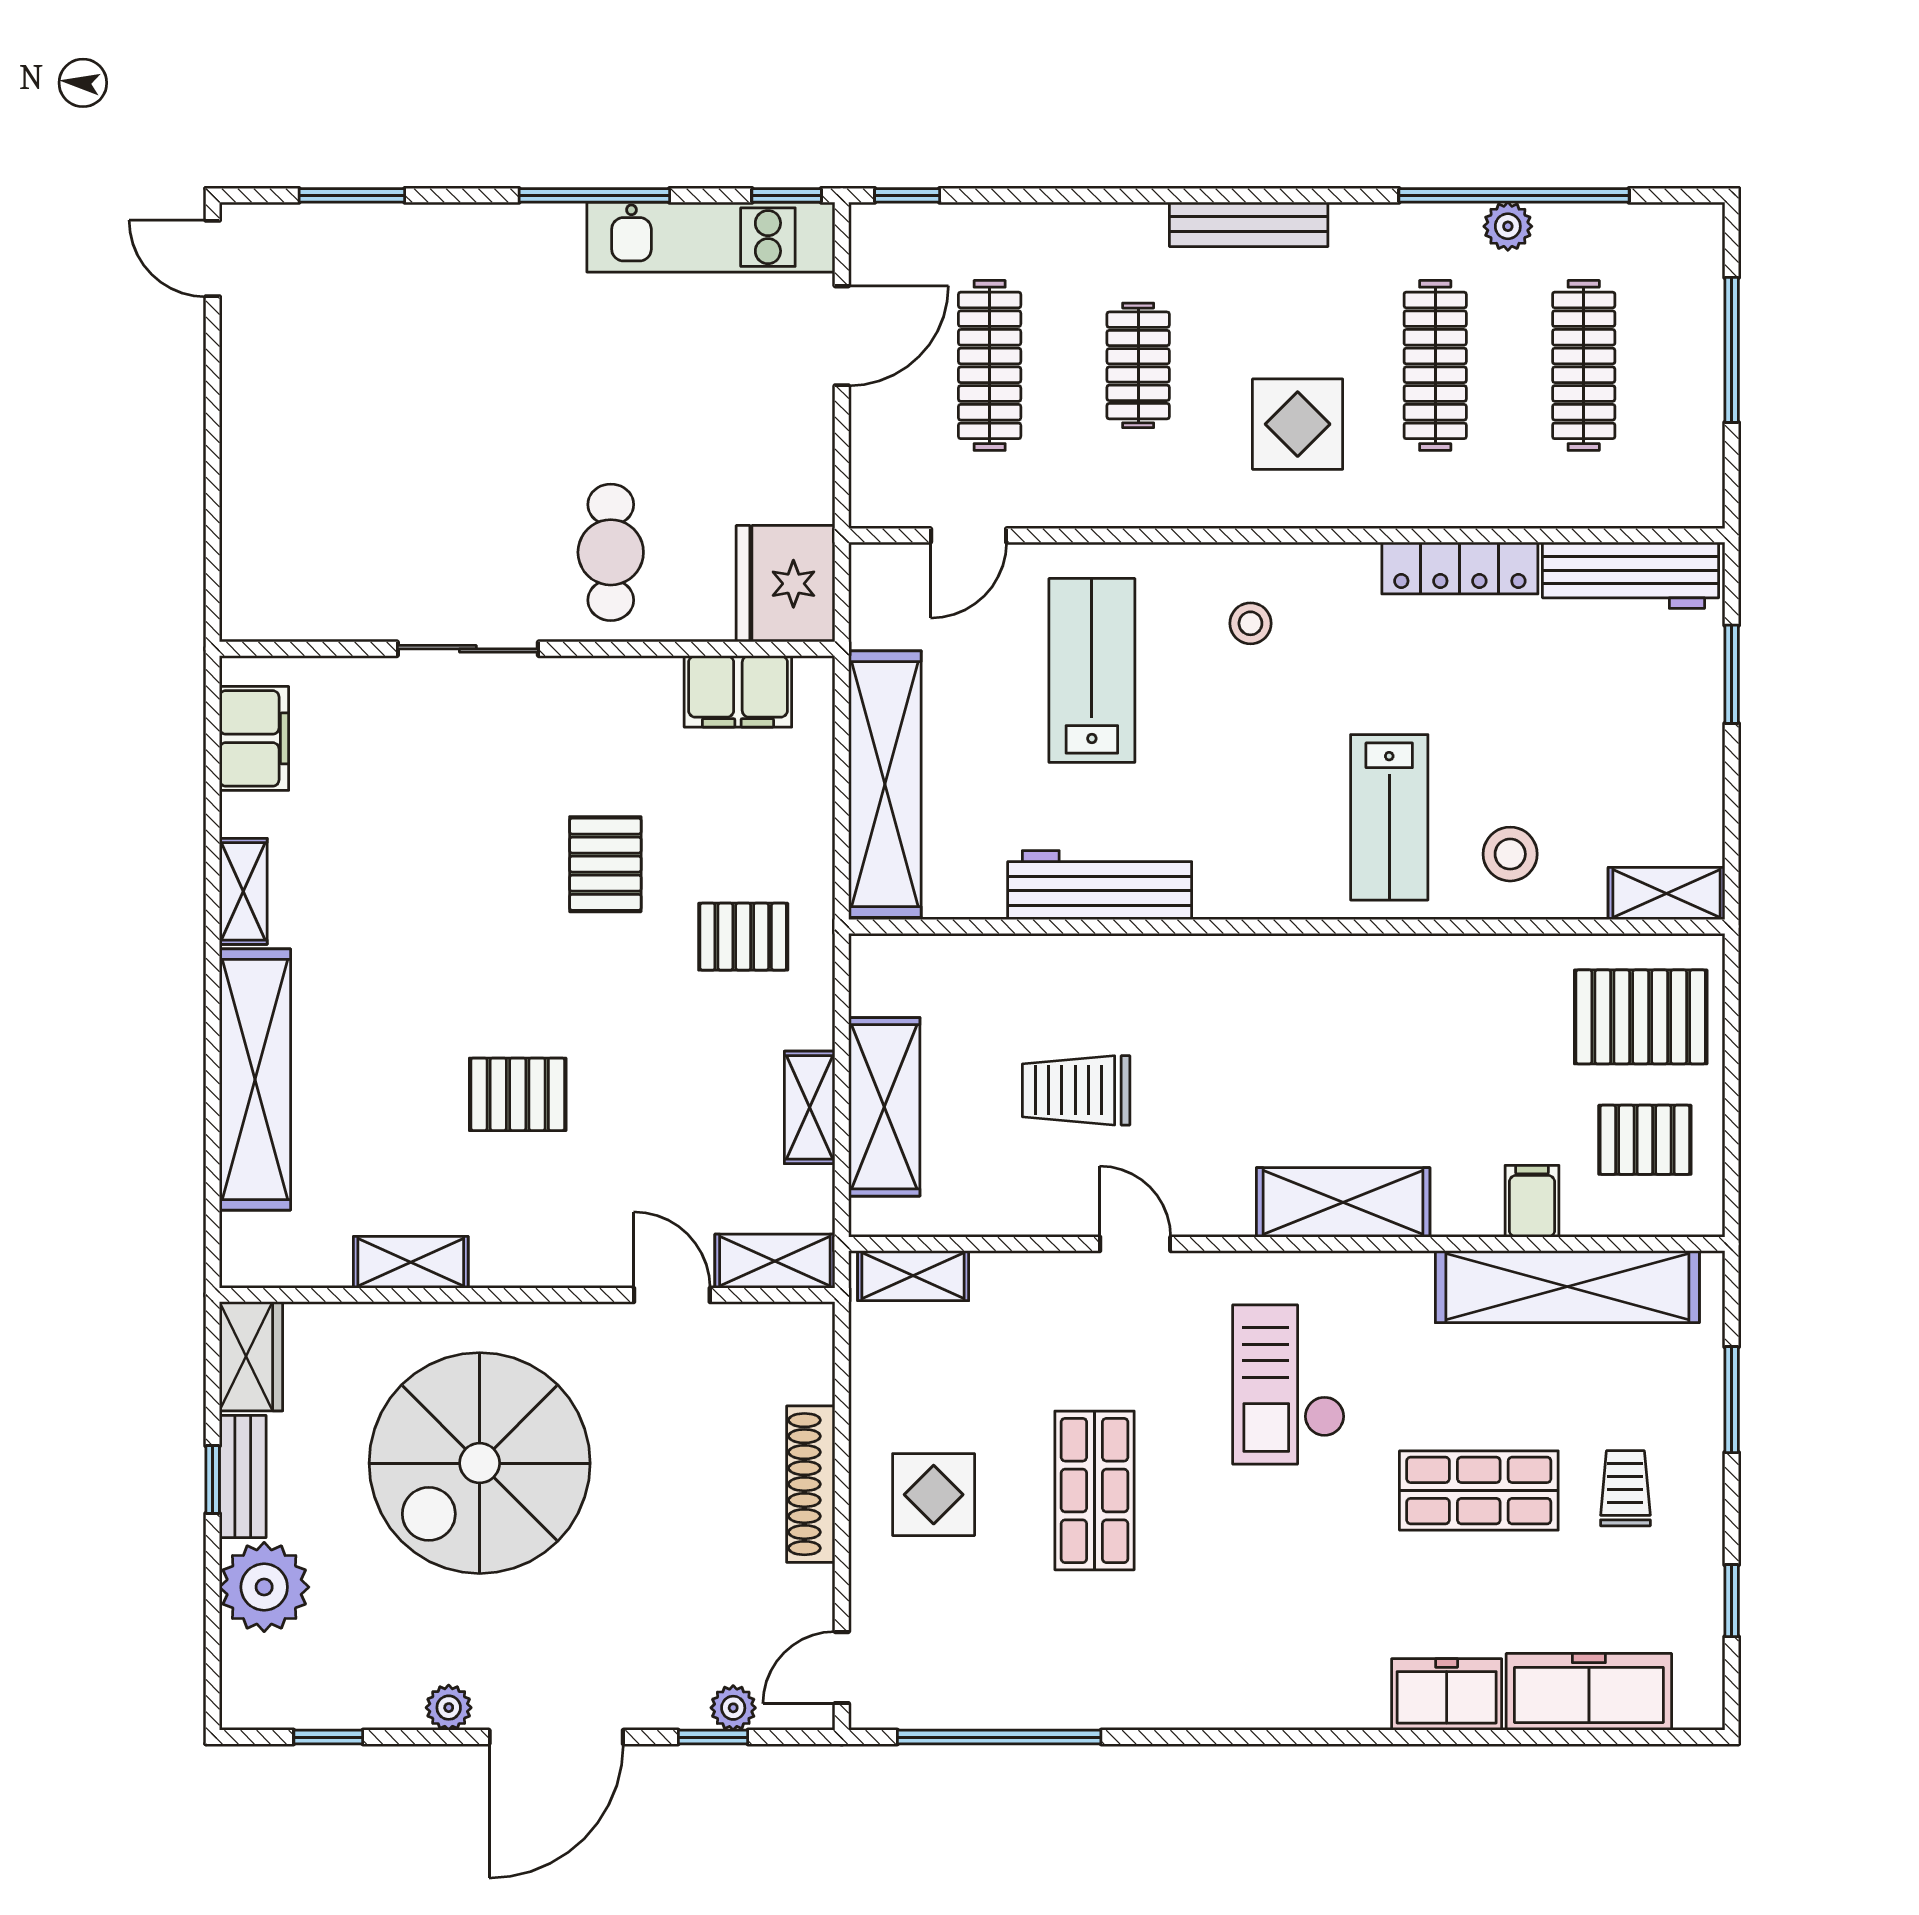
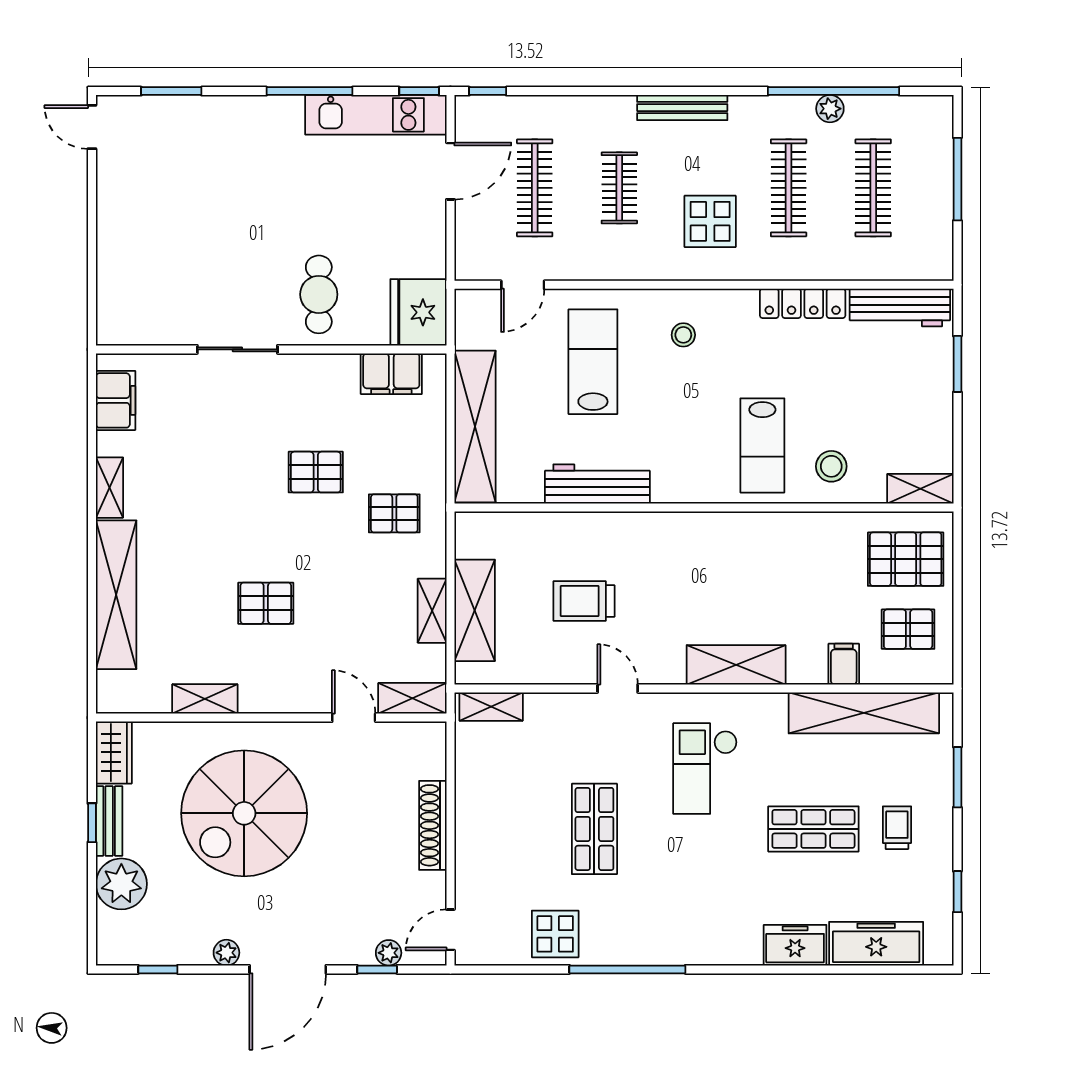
pallet: (605, 864) -> (316, 472), turned 90
display table: (934, 1495) -> (555, 934), moved
window: (999, 1737) -> (627, 969), moved

